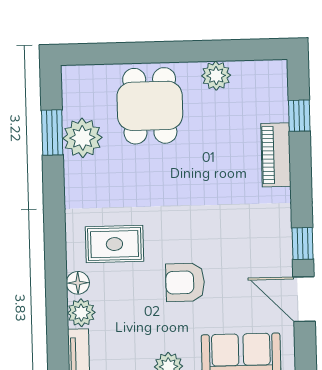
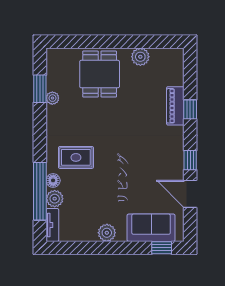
window: (299, 116) -> (190, 109), moved
plant: (82, 138) -> (52, 98), width x0.53, depth x0.53
armchair: (185, 282) -> (118, 182), removed
window: (57, 301) -> (40, 191), added

